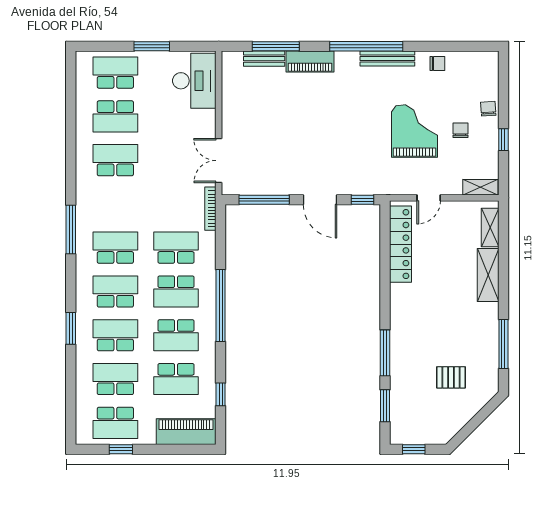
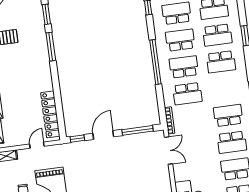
door: (320, 200) -> (103, 135), hinge flipped
school desk: (115, 248) -> (228, 115), moved, turned 180

